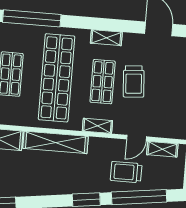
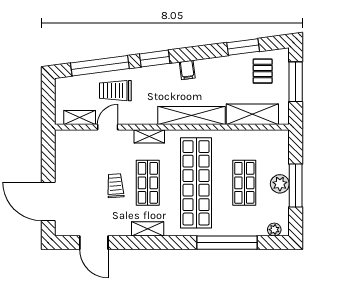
trolley: (134, 81) -> (115, 186), width x0.73, depth x0.72
trolley: (126, 172) -> (115, 91), turned 180
filing cabinet: (56, 186) -> (187, 70), added

